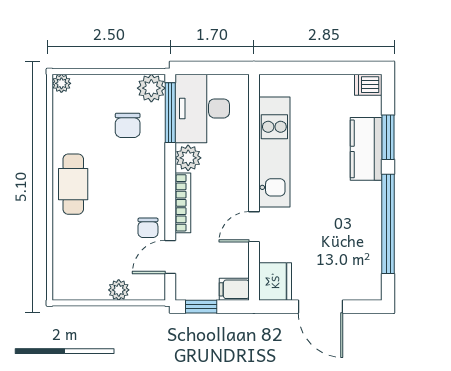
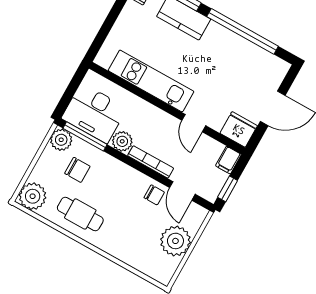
plant: (61, 83) -> (33, 196), width x1.87, depth x1.87
cafe table: (73, 184) -> (80, 214), moved
plant: (119, 290) -> (175, 241), width x1.87, depth x1.87

